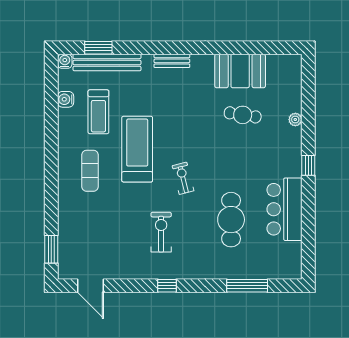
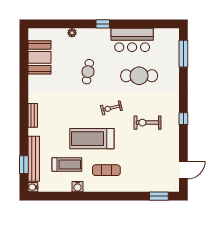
booth: (240, 71) -> (39, 57), moved
water cooler: (66, 99) -> (78, 187), moved
cafe table: (243, 115) -> (88, 72), moved
window: (247, 286) -> (183, 54), moved

